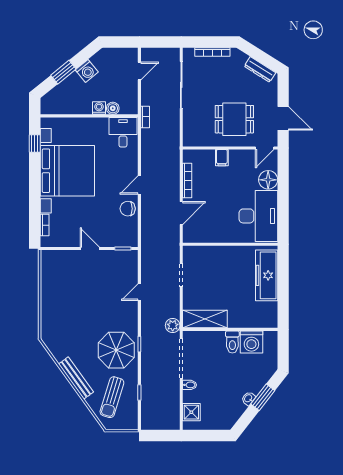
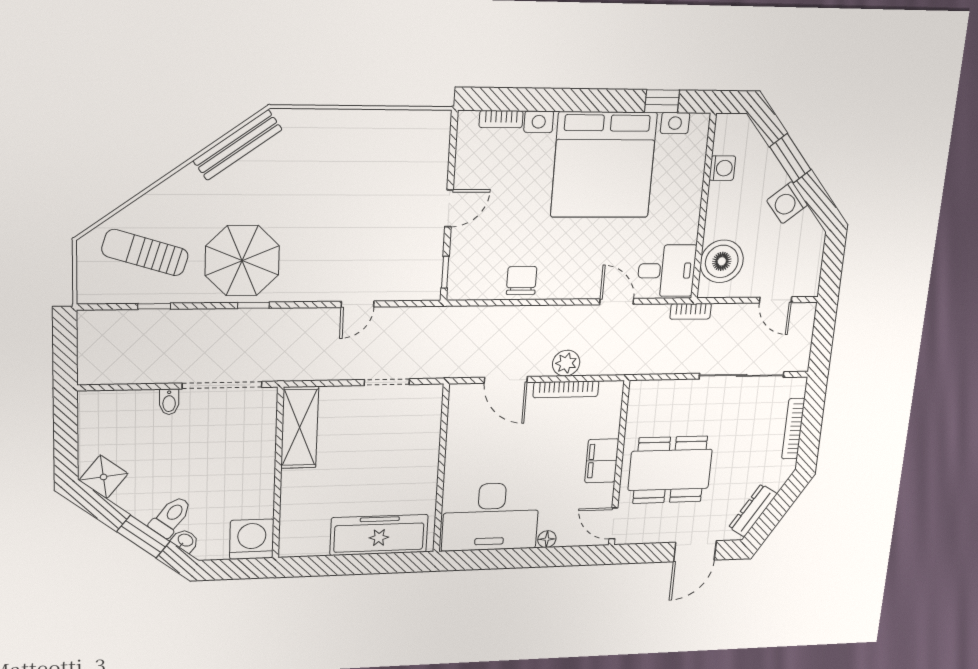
washing machine: (99, 108) -> (722, 168), moved
boiler: (113, 108) -> (722, 261), width x1.86, depth x1.86
door: (283, 118) -> (695, 551), moved
dining table: (234, 119) -> (670, 470), width x1.38
filing cabinet: (222, 158) -> (602, 461), width x2.00
floor lamp: (268, 180) -> (547, 539), width x0.53, depth x0.53
door: (139, 185) -> (617, 302), moved
door: (139, 292) -> (358, 304), swing flipped
plant: (173, 326) -> (566, 363), moved
toilet: (232, 342) -> (171, 517), moved, turned 128
washing machine: (251, 342) -> (252, 539), moved, turned 90
bench: (76, 378) -> (238, 145), moved
washbasin: (248, 398) -> (185, 541), moved
shower: (191, 412) -> (104, 477), moved, turned 38

